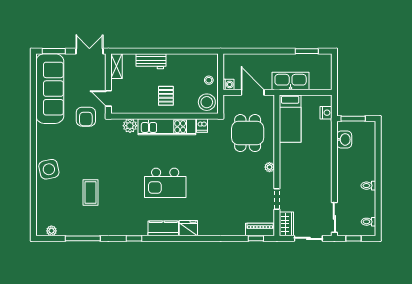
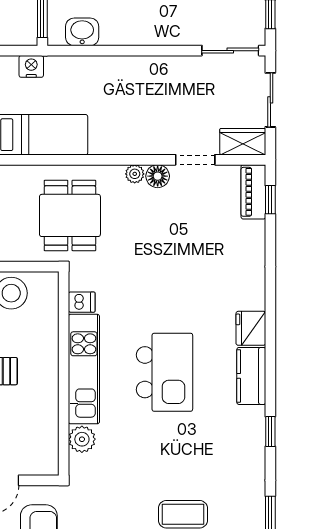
wall: (165, 116) -> (64, 373), moved
dishwasher: (202, 125) -> (82, 302), moved
plant: (130, 126) -> (82, 439), moved
kitchen unit: (167, 127) -> (84, 369), moved
dining table: (248, 133) -> (70, 215), turned 90
floor lamp: (268, 179) -> (158, 176), added

